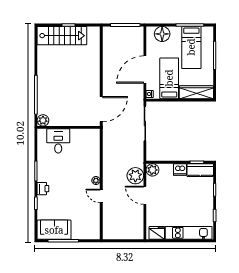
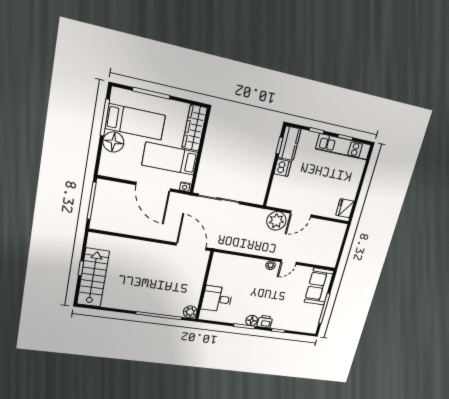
floor lamp: (162, 34) -> (113, 142), moved
plant: (152, 170) -> (275, 200), removed
floor lamp: (42, 176) -> (252, 320), added
sofa: (54, 230) -> (319, 287), moved
kitchen unit: (189, 233) -> (343, 147), moved, turned -90

